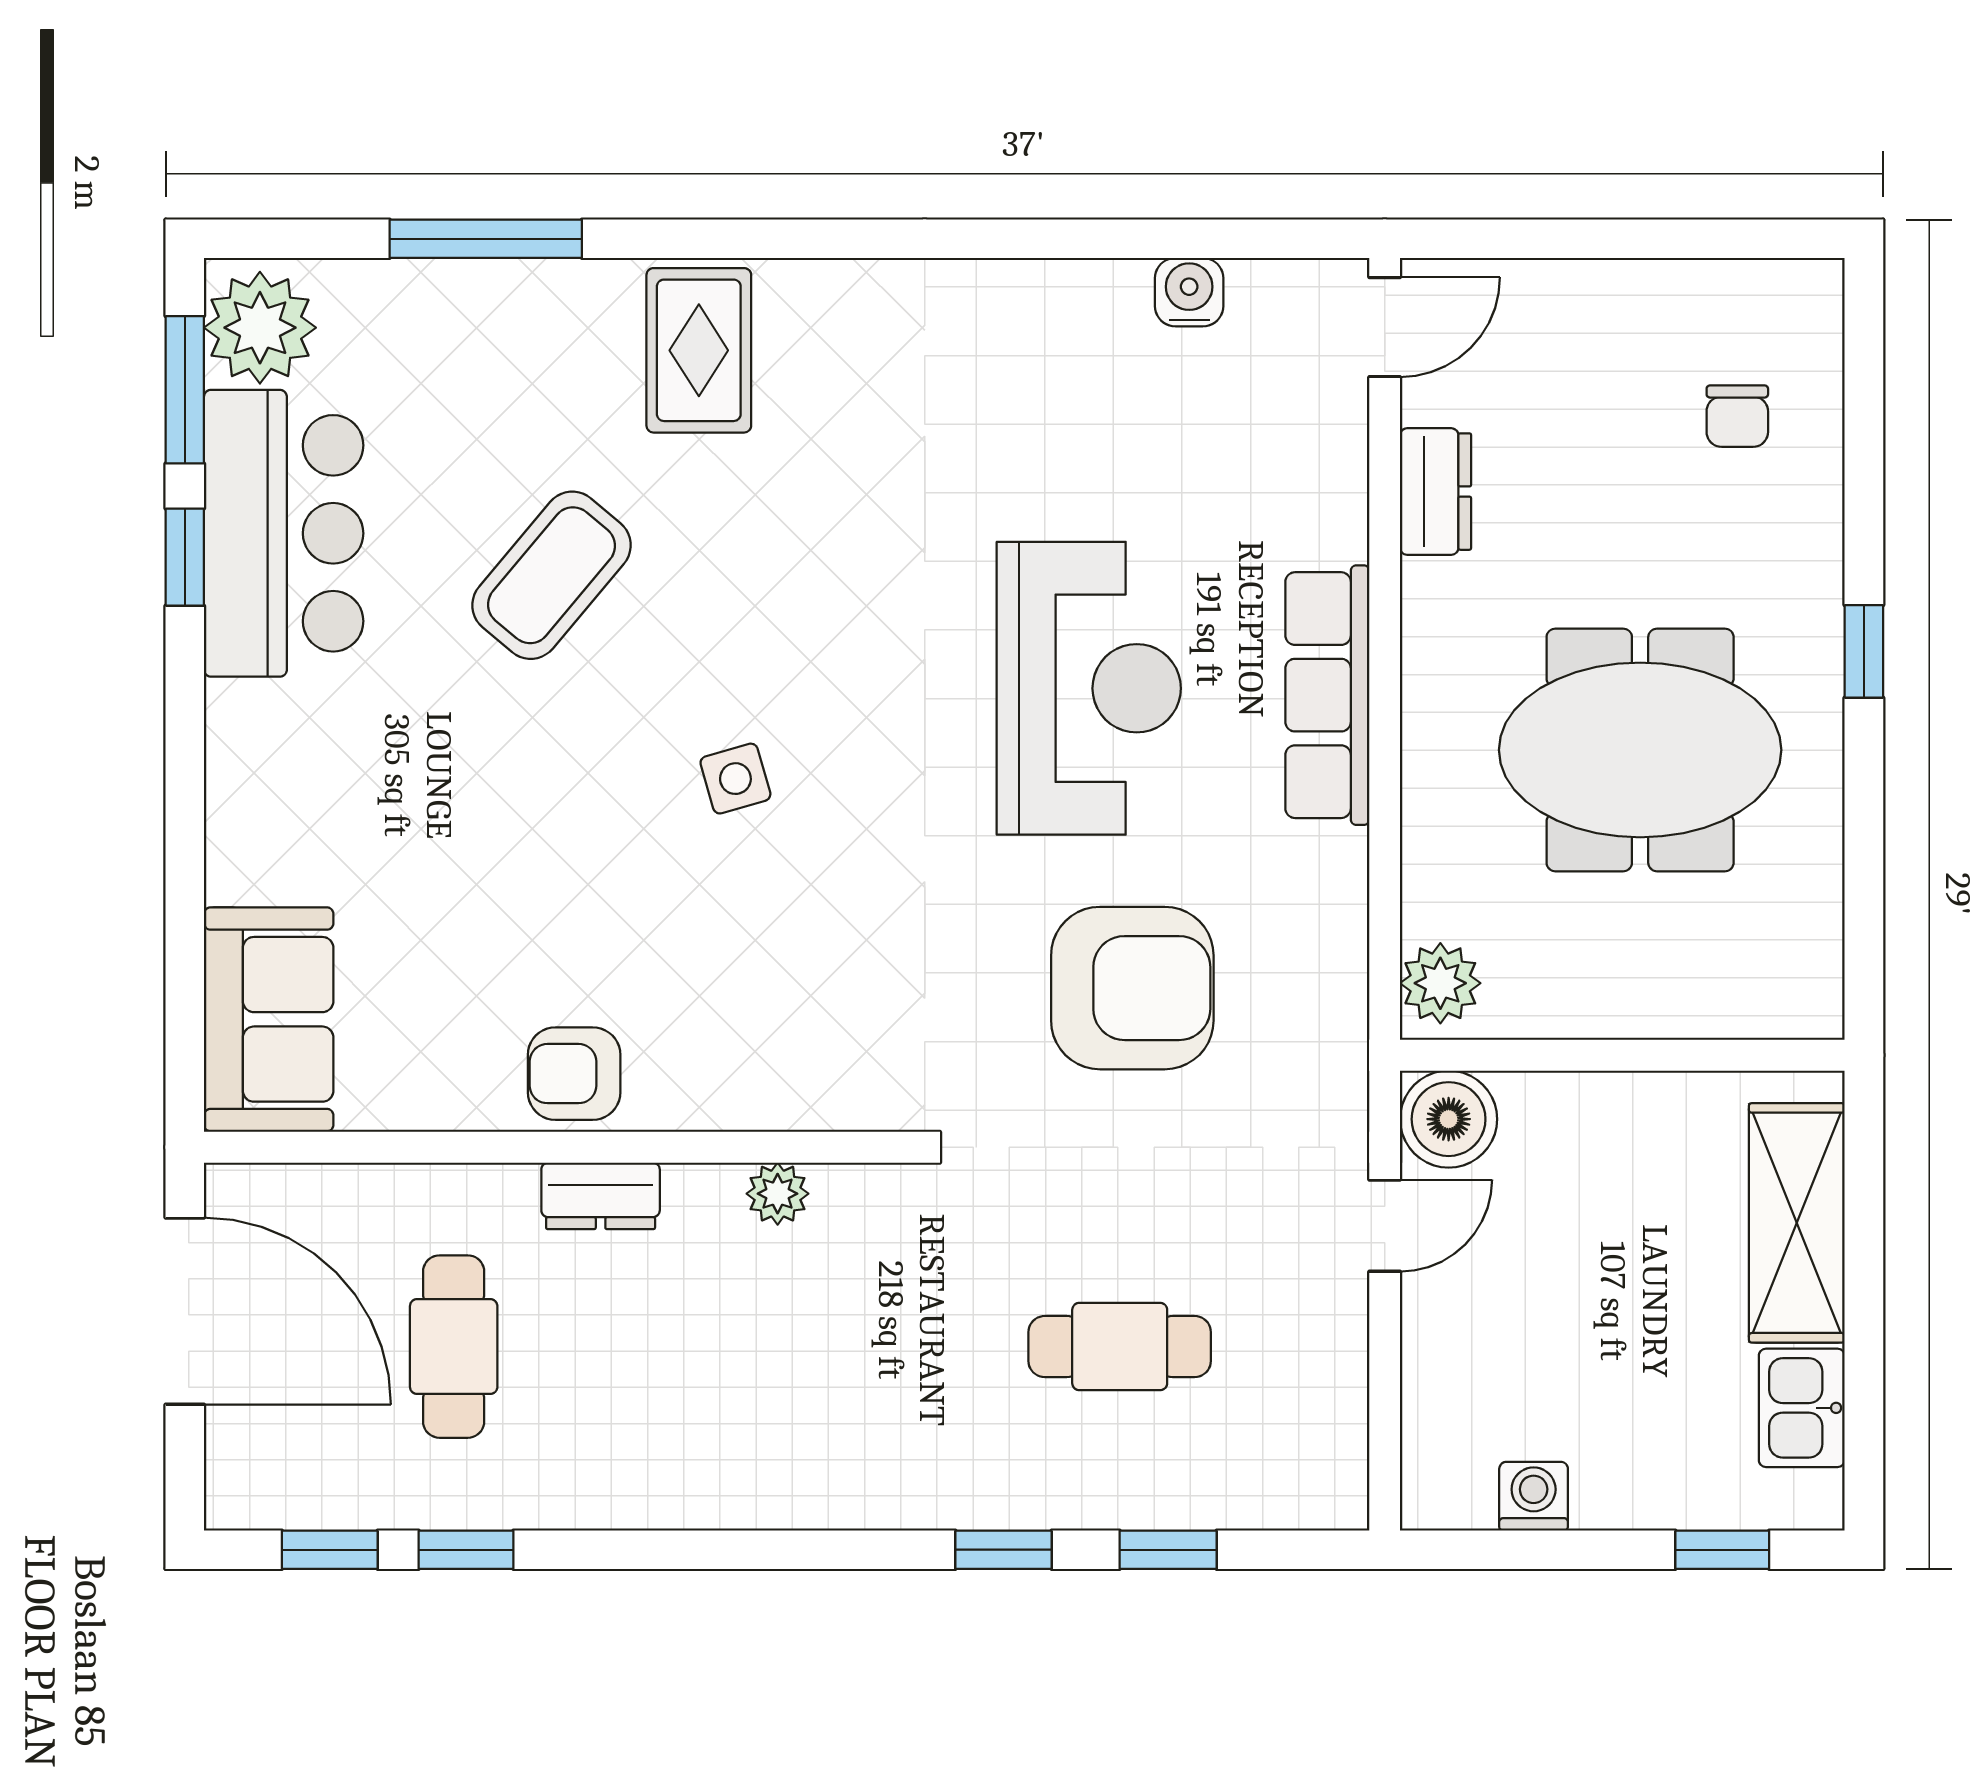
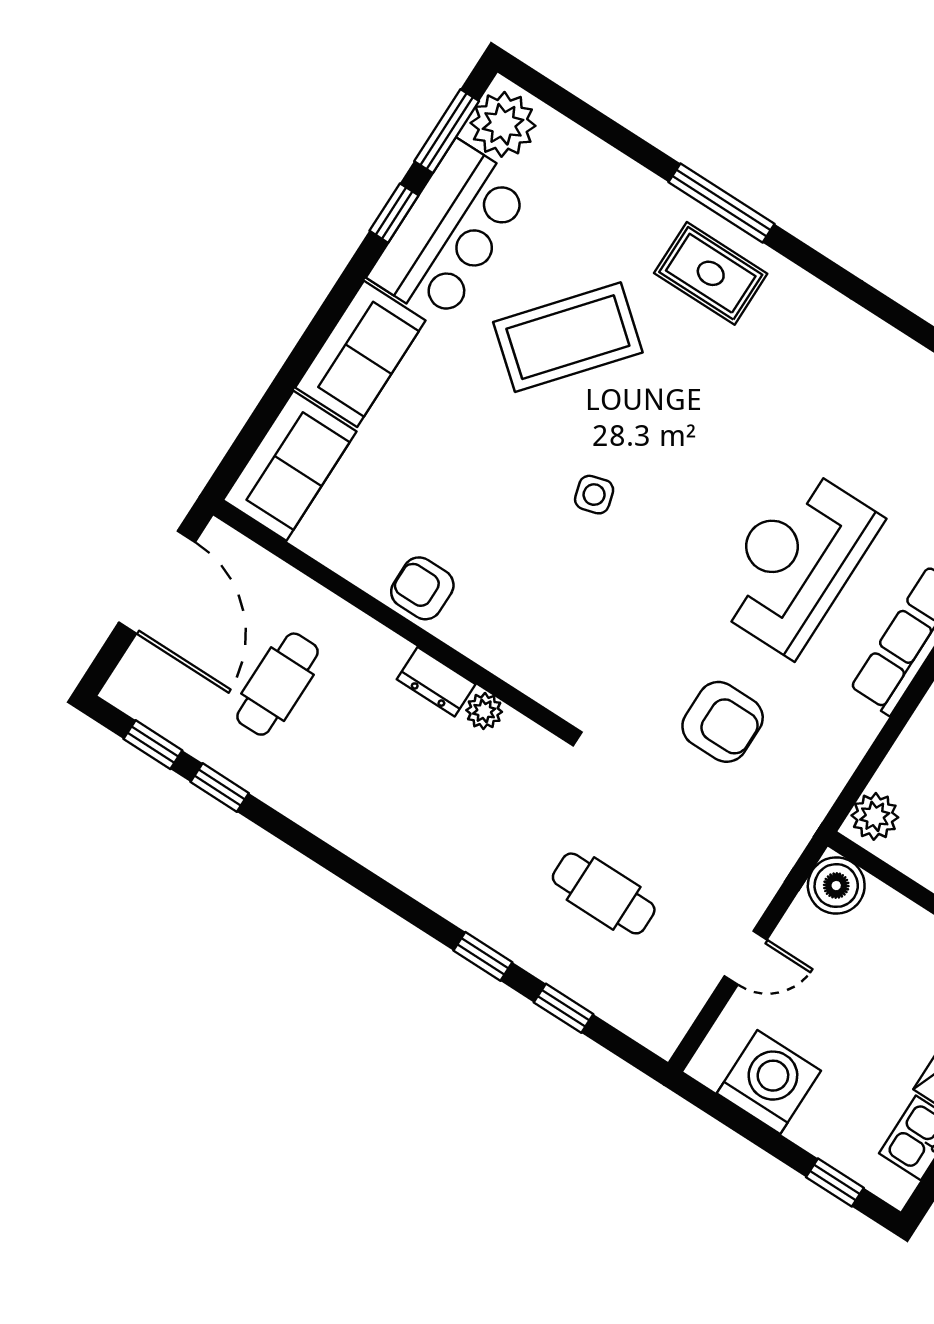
window: (486, 239) -> (722, 203), moved
rug: (699, 350) -> (711, 273), turned 90
coffee table: (551, 575) -> (568, 337), width x1.36, depth x1.32
reception desk: (1089, 688) -> (795, 561), turned 180
sofa: (267, 792) -> (360, 354), added
armchair: (1132, 988) -> (723, 722), width x0.73, depth x0.73
dresser: (601, 1196) -> (436, 682), moved
door: (1385, 1226) -> (746, 958), moved
washing machine: (1534, 1496) -> (769, 1082), width x1.89, depth x1.89

